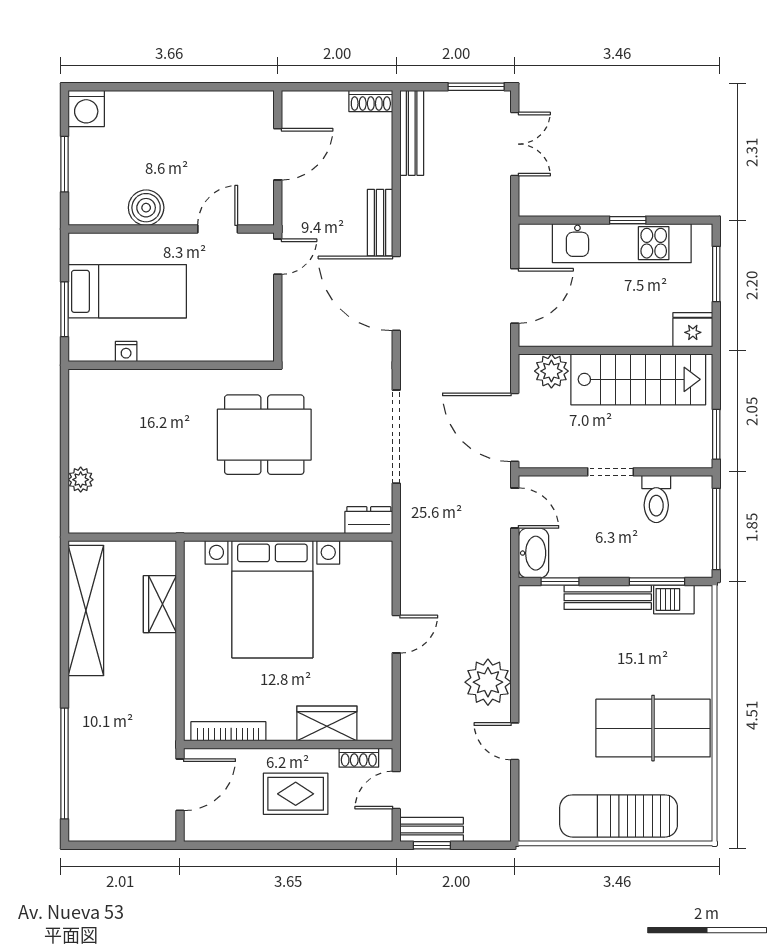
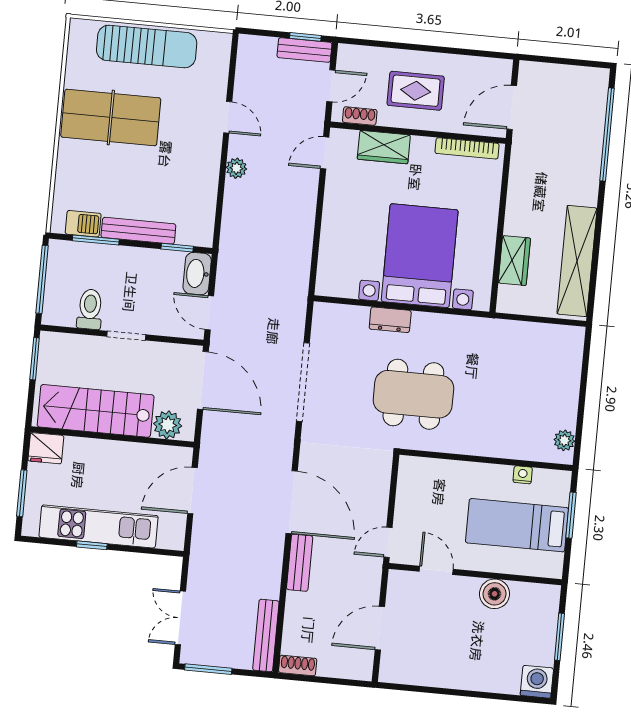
door: (218, 229) -> (436, 570), swing flipped
plant: (81, 480) -> (564, 440), moved
dresser: (369, 520) -> (390, 320), moved
door: (396, 634) -> (325, 153), moved
plant: (488, 682) -> (236, 168), width x0.53, depth x0.53

